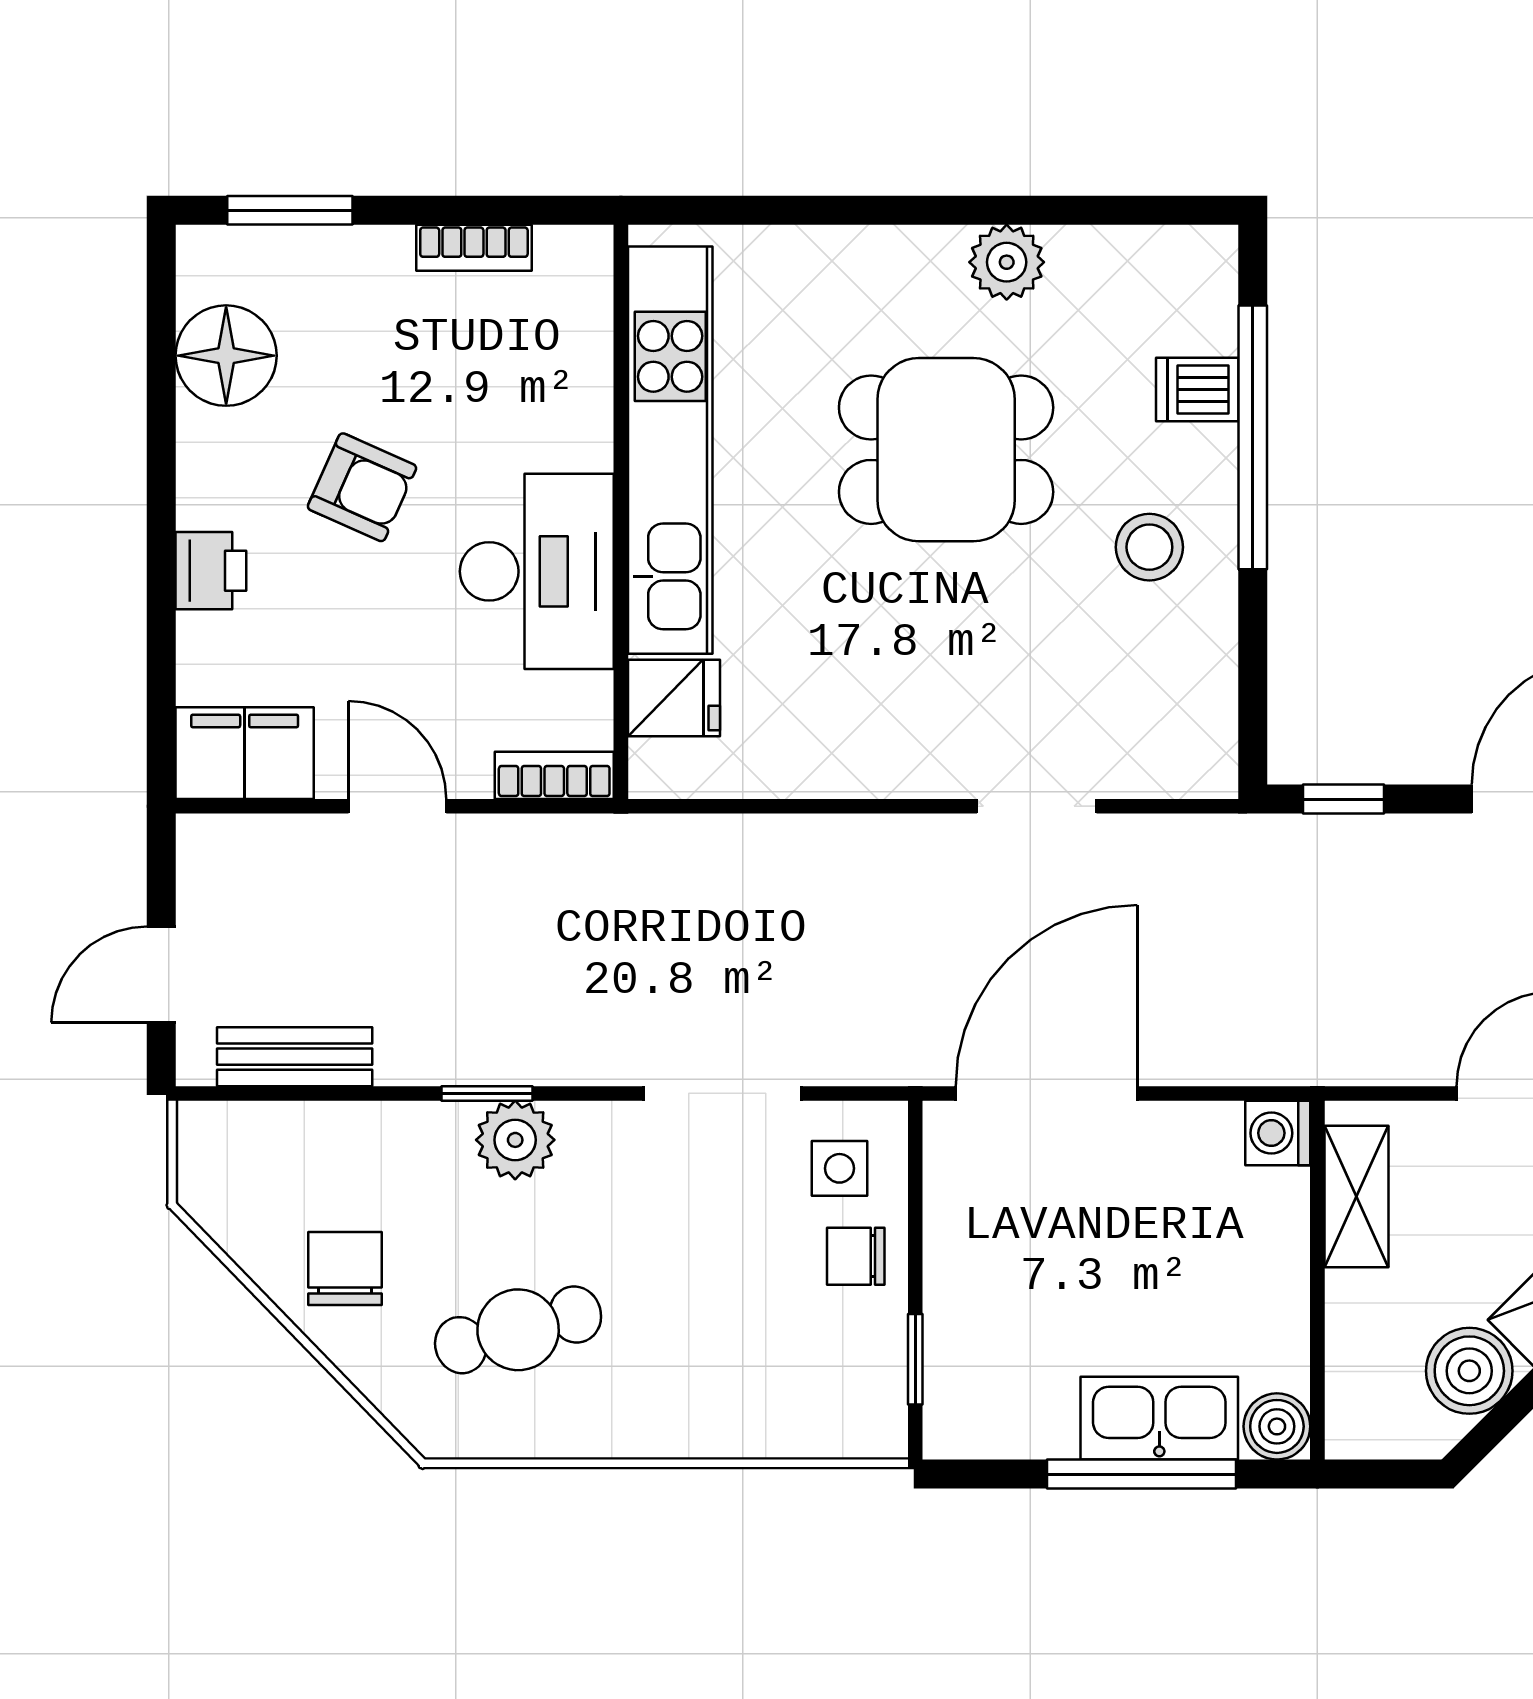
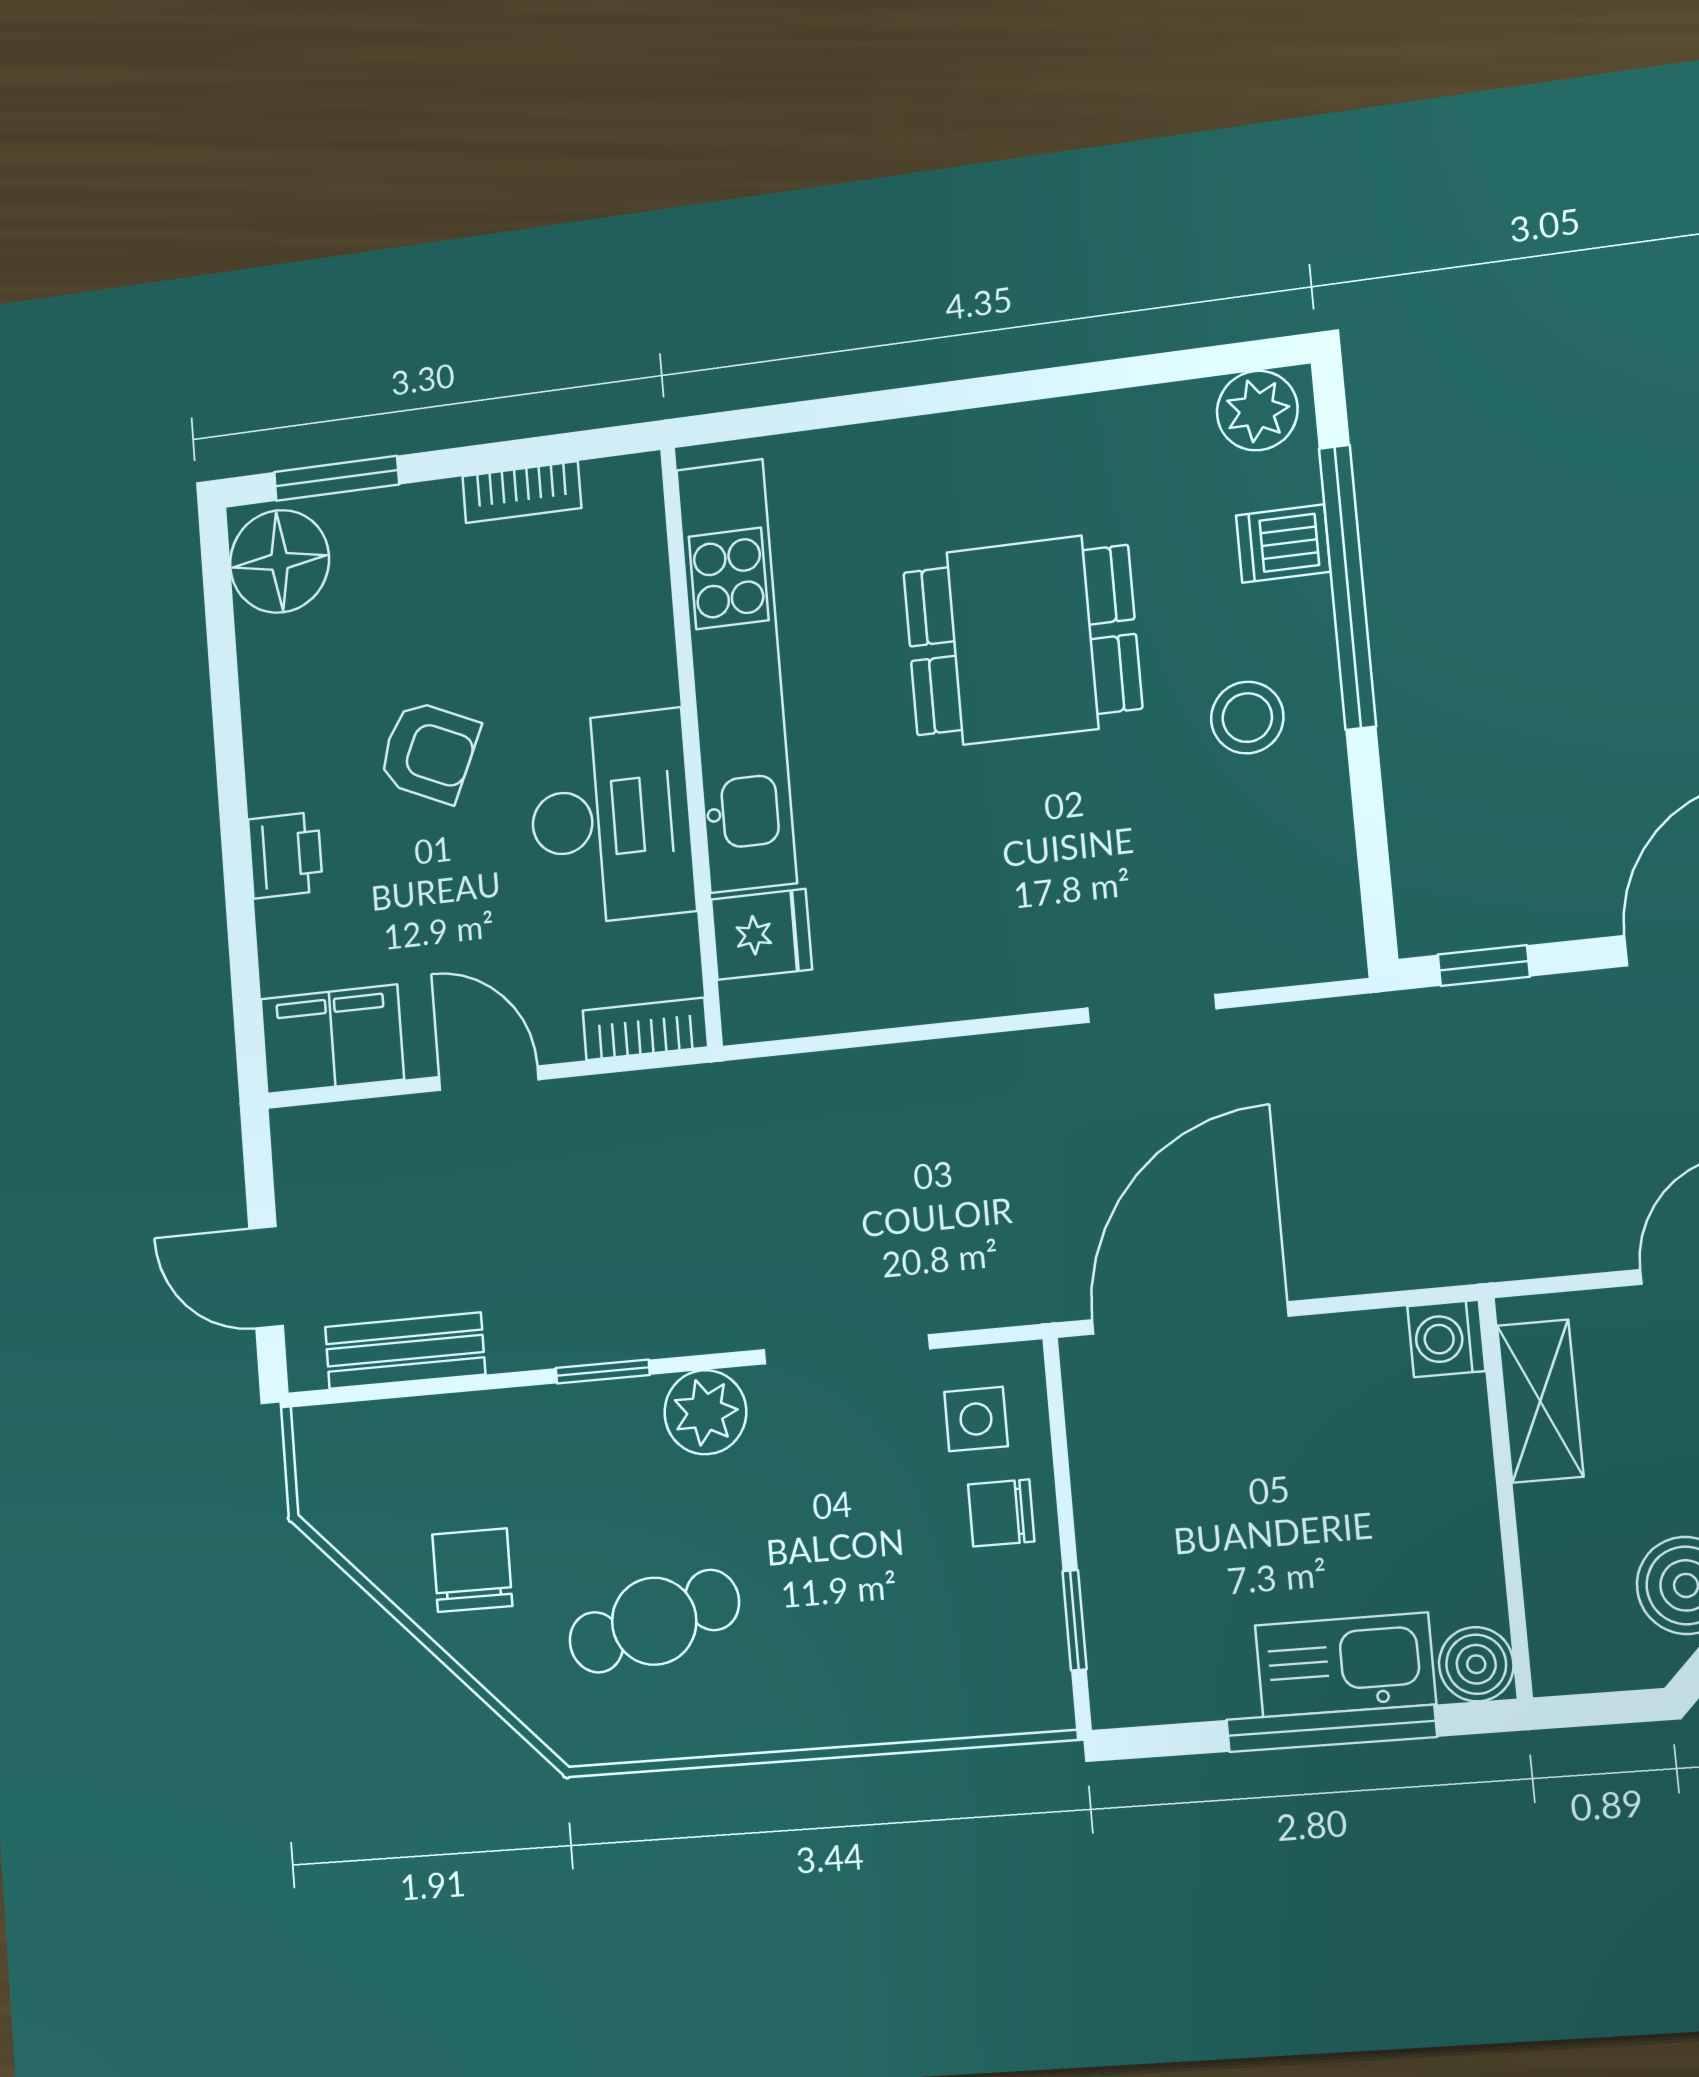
plant: (1007, 262) -> (1257, 411), moved
floor lamp: (226, 356) -> (280, 561), moved
door: (161, 975) -> (266, 1277), hinge flipped
plant: (515, 1140) -> (705, 1412), moved

